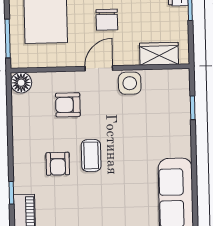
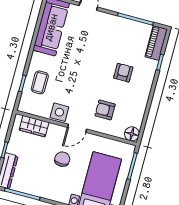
armchair: (68, 105) -> (105, 110), turned 180
coffee table: (91, 155) -> (40, 82), moved

